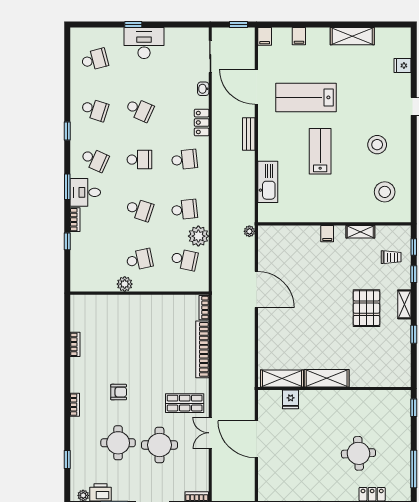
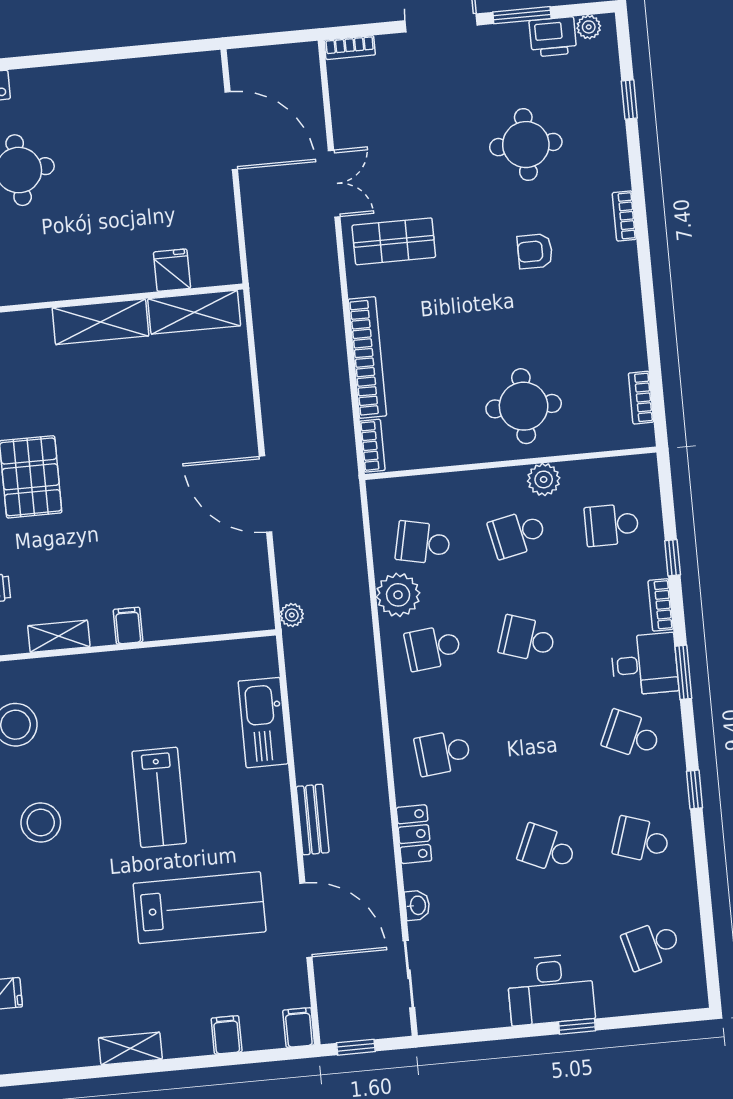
shelving: (352, 36) -> (130, 1049), width x0.67, depth x0.75
school desk: (139, 160) -> (612, 525), moved
bookcase: (75, 344) -> (641, 398), moved
door: (256, 439) -> (231, 131), moved
round table: (159, 445) -> (524, 406), moved

